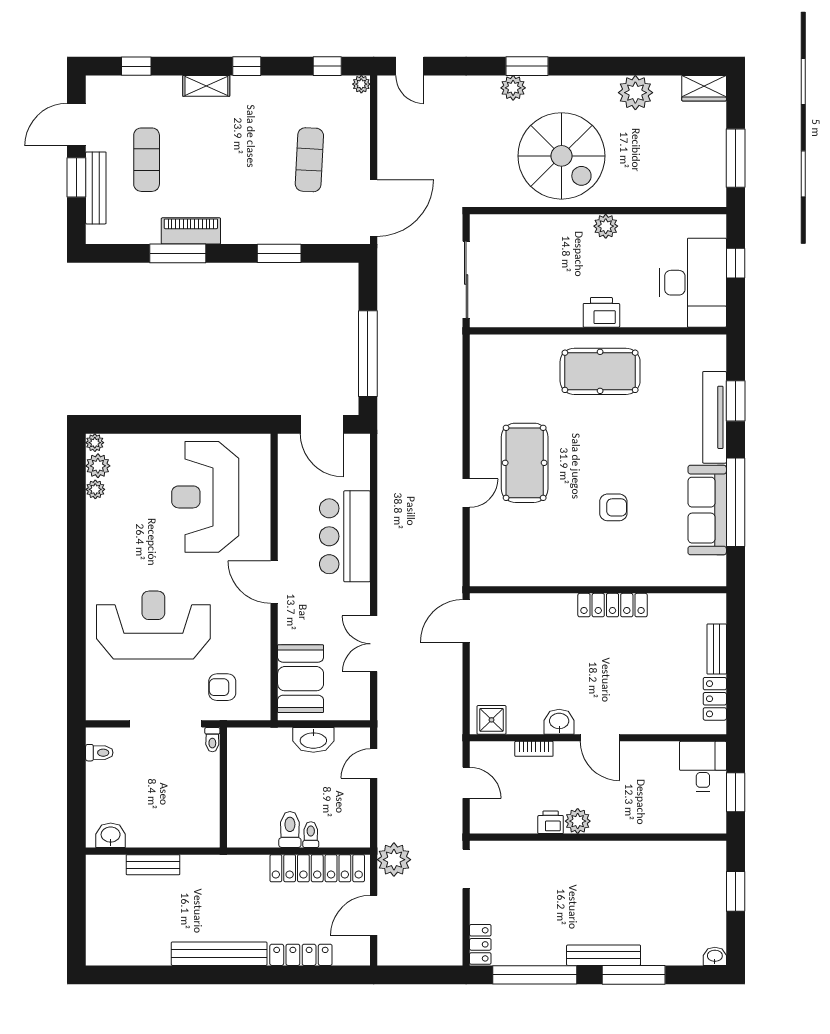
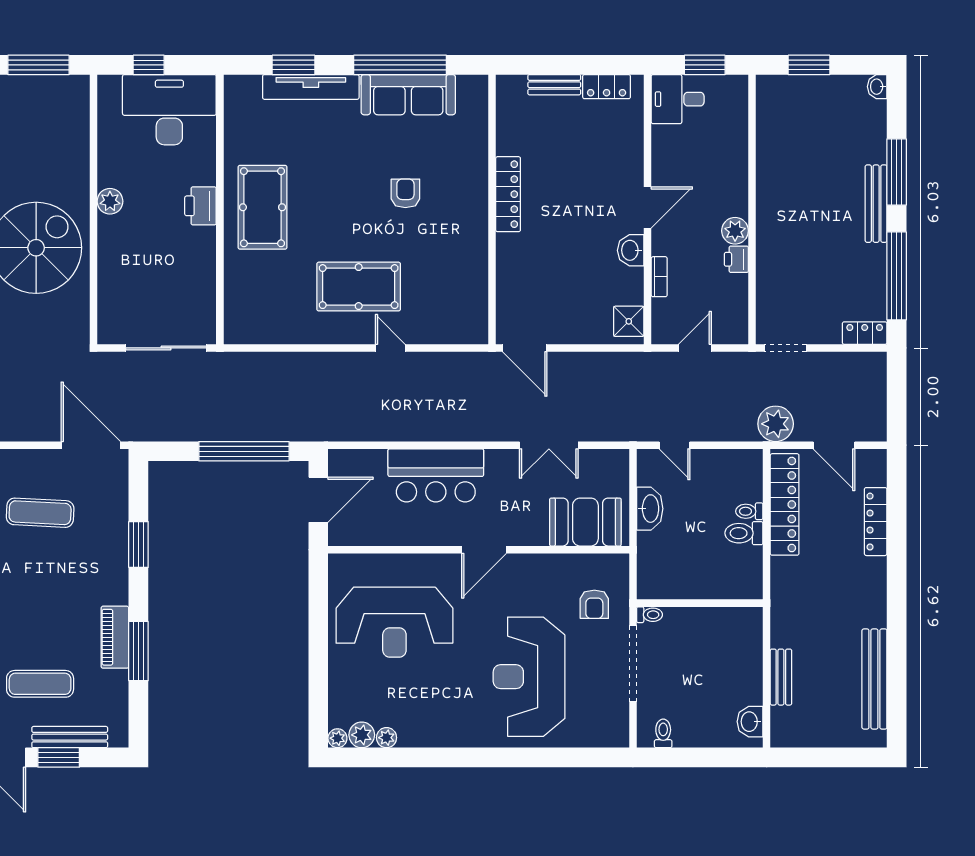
bench: (219, 954) -> (874, 679), moved

